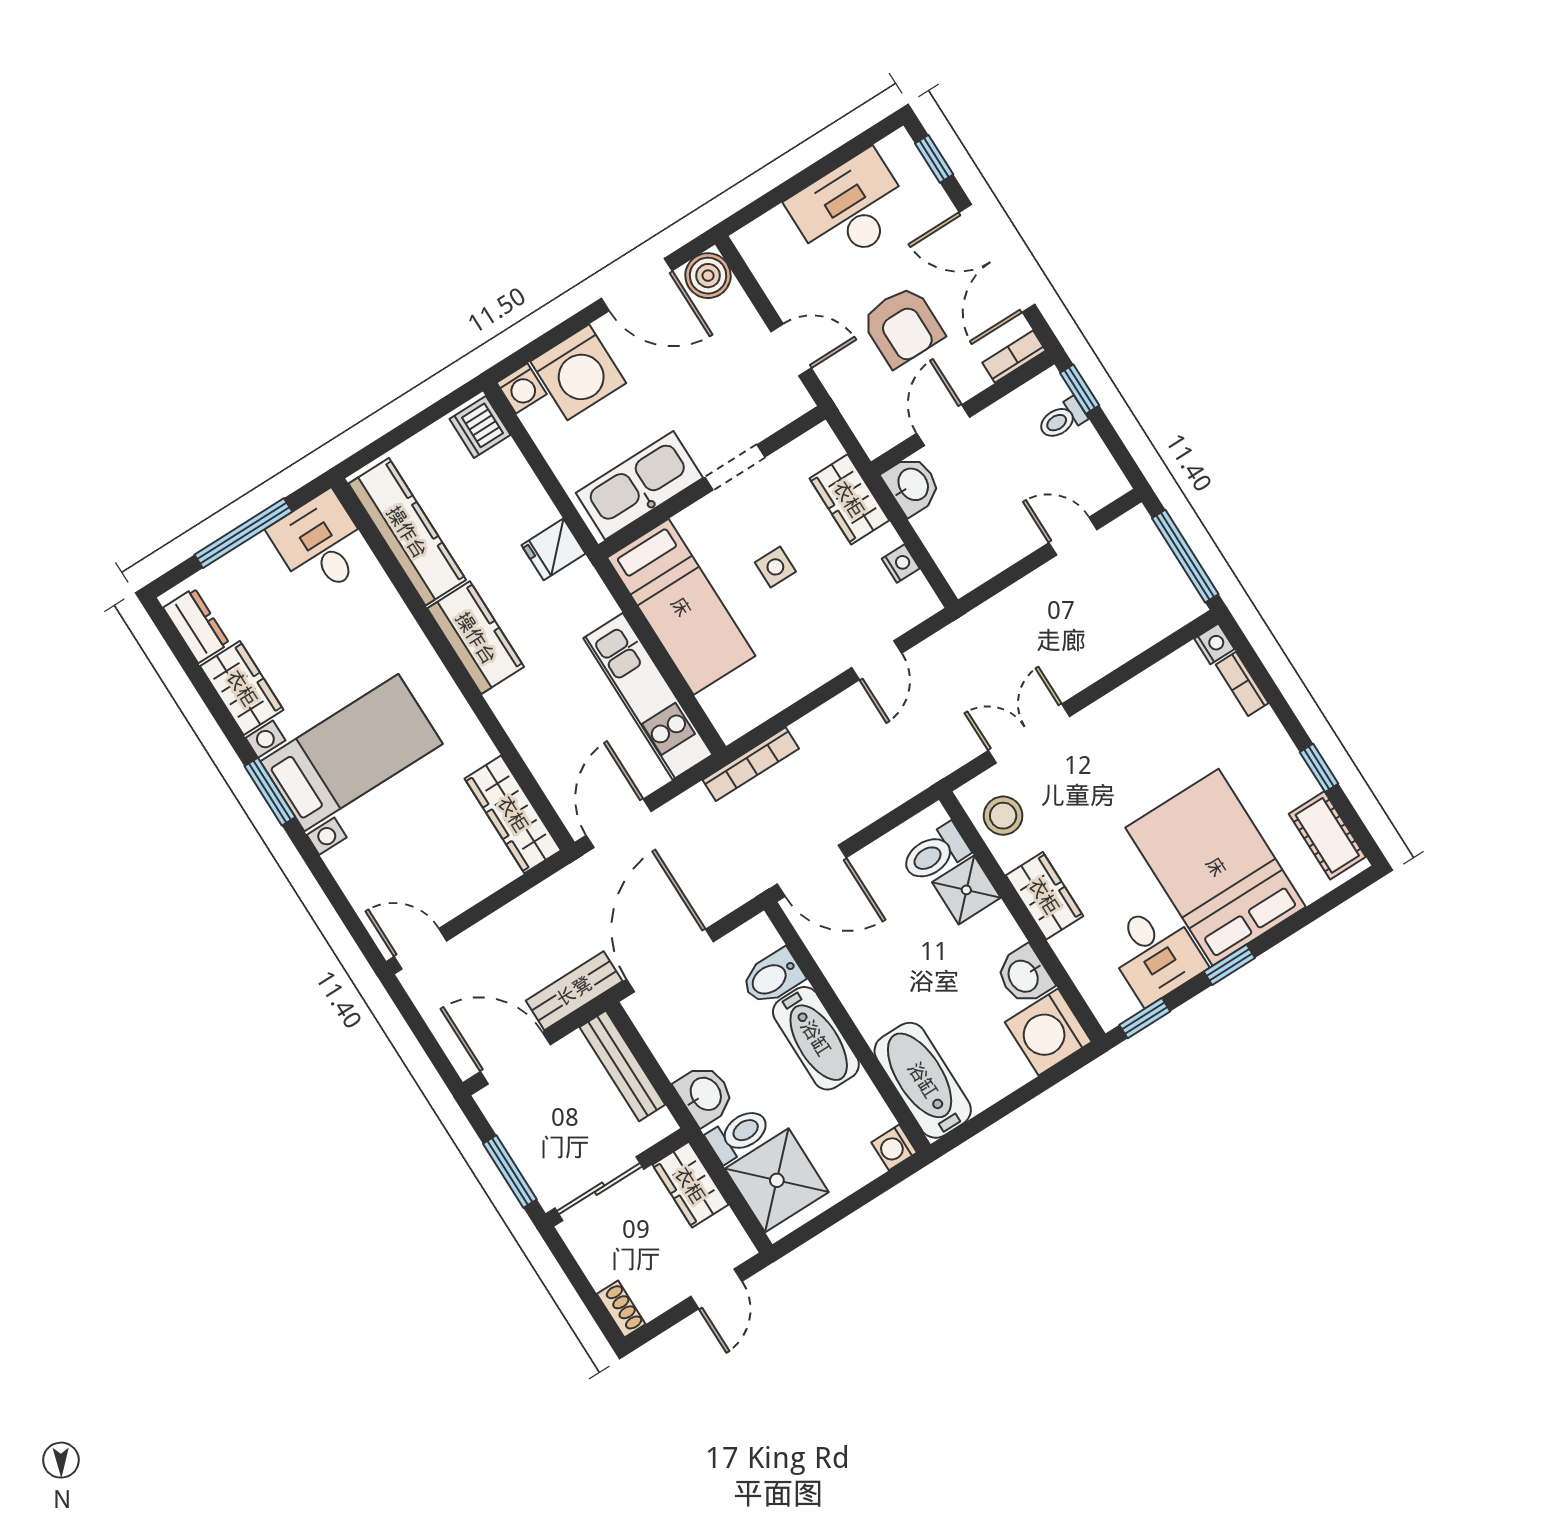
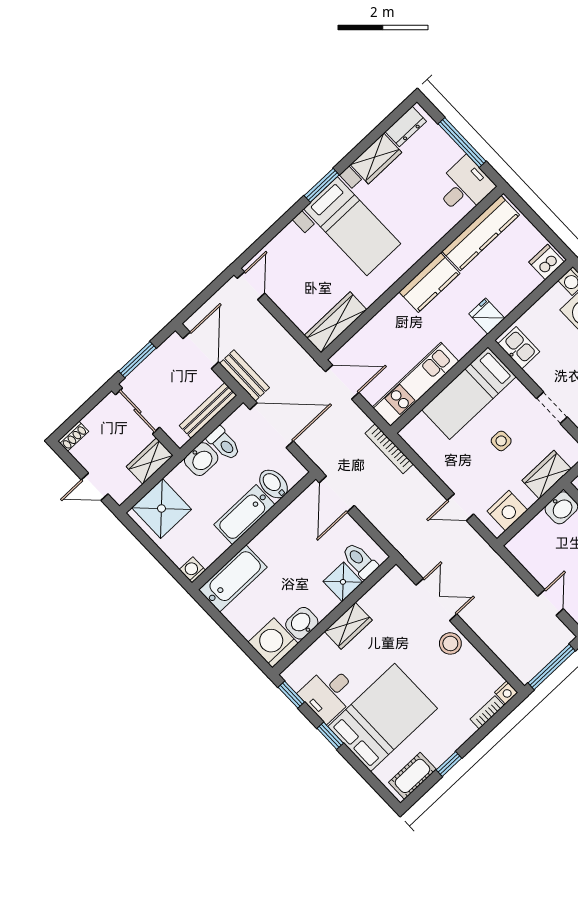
kitchen sink: (639, 485) -> (519, 348), width x0.53, depth x0.81
nightstand: (901, 564) -> (507, 511), width x1.89, depth x1.79
stool: (1003, 816) -> (450, 643), moved
toilet: (739, 1135) -> (224, 443), moved

